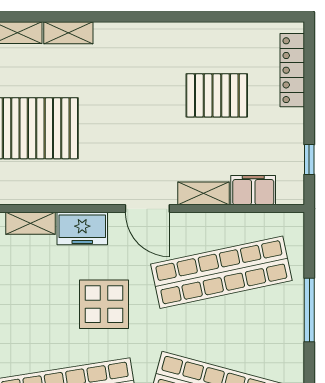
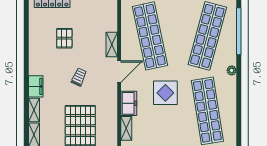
pallet: (217, 95) -> (64, 38), width x0.67, depth x0.71
trolley: (136, 126) -> (79, 77), added
filing cabinet: (253, 190) -> (36, 86), moved, turned 180

